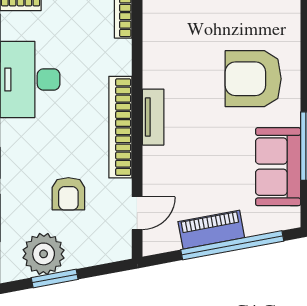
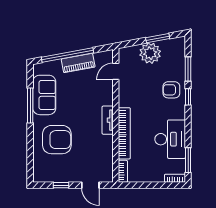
bookcase: (120, 127) -> (124, 133), moved
armchair: (68, 194) -> (171, 90), moved, turned -90
plant: (44, 254) -> (150, 53), moved

